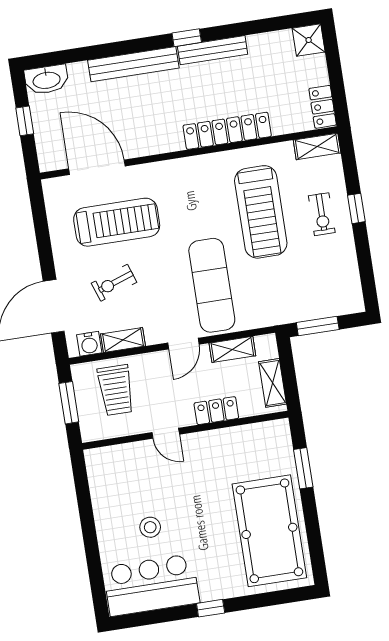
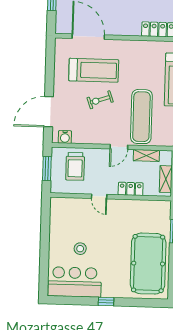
exercise bike: (114, 283) -> (100, 100), moved
shelving: (123, 340) -> (85, 138), removed

